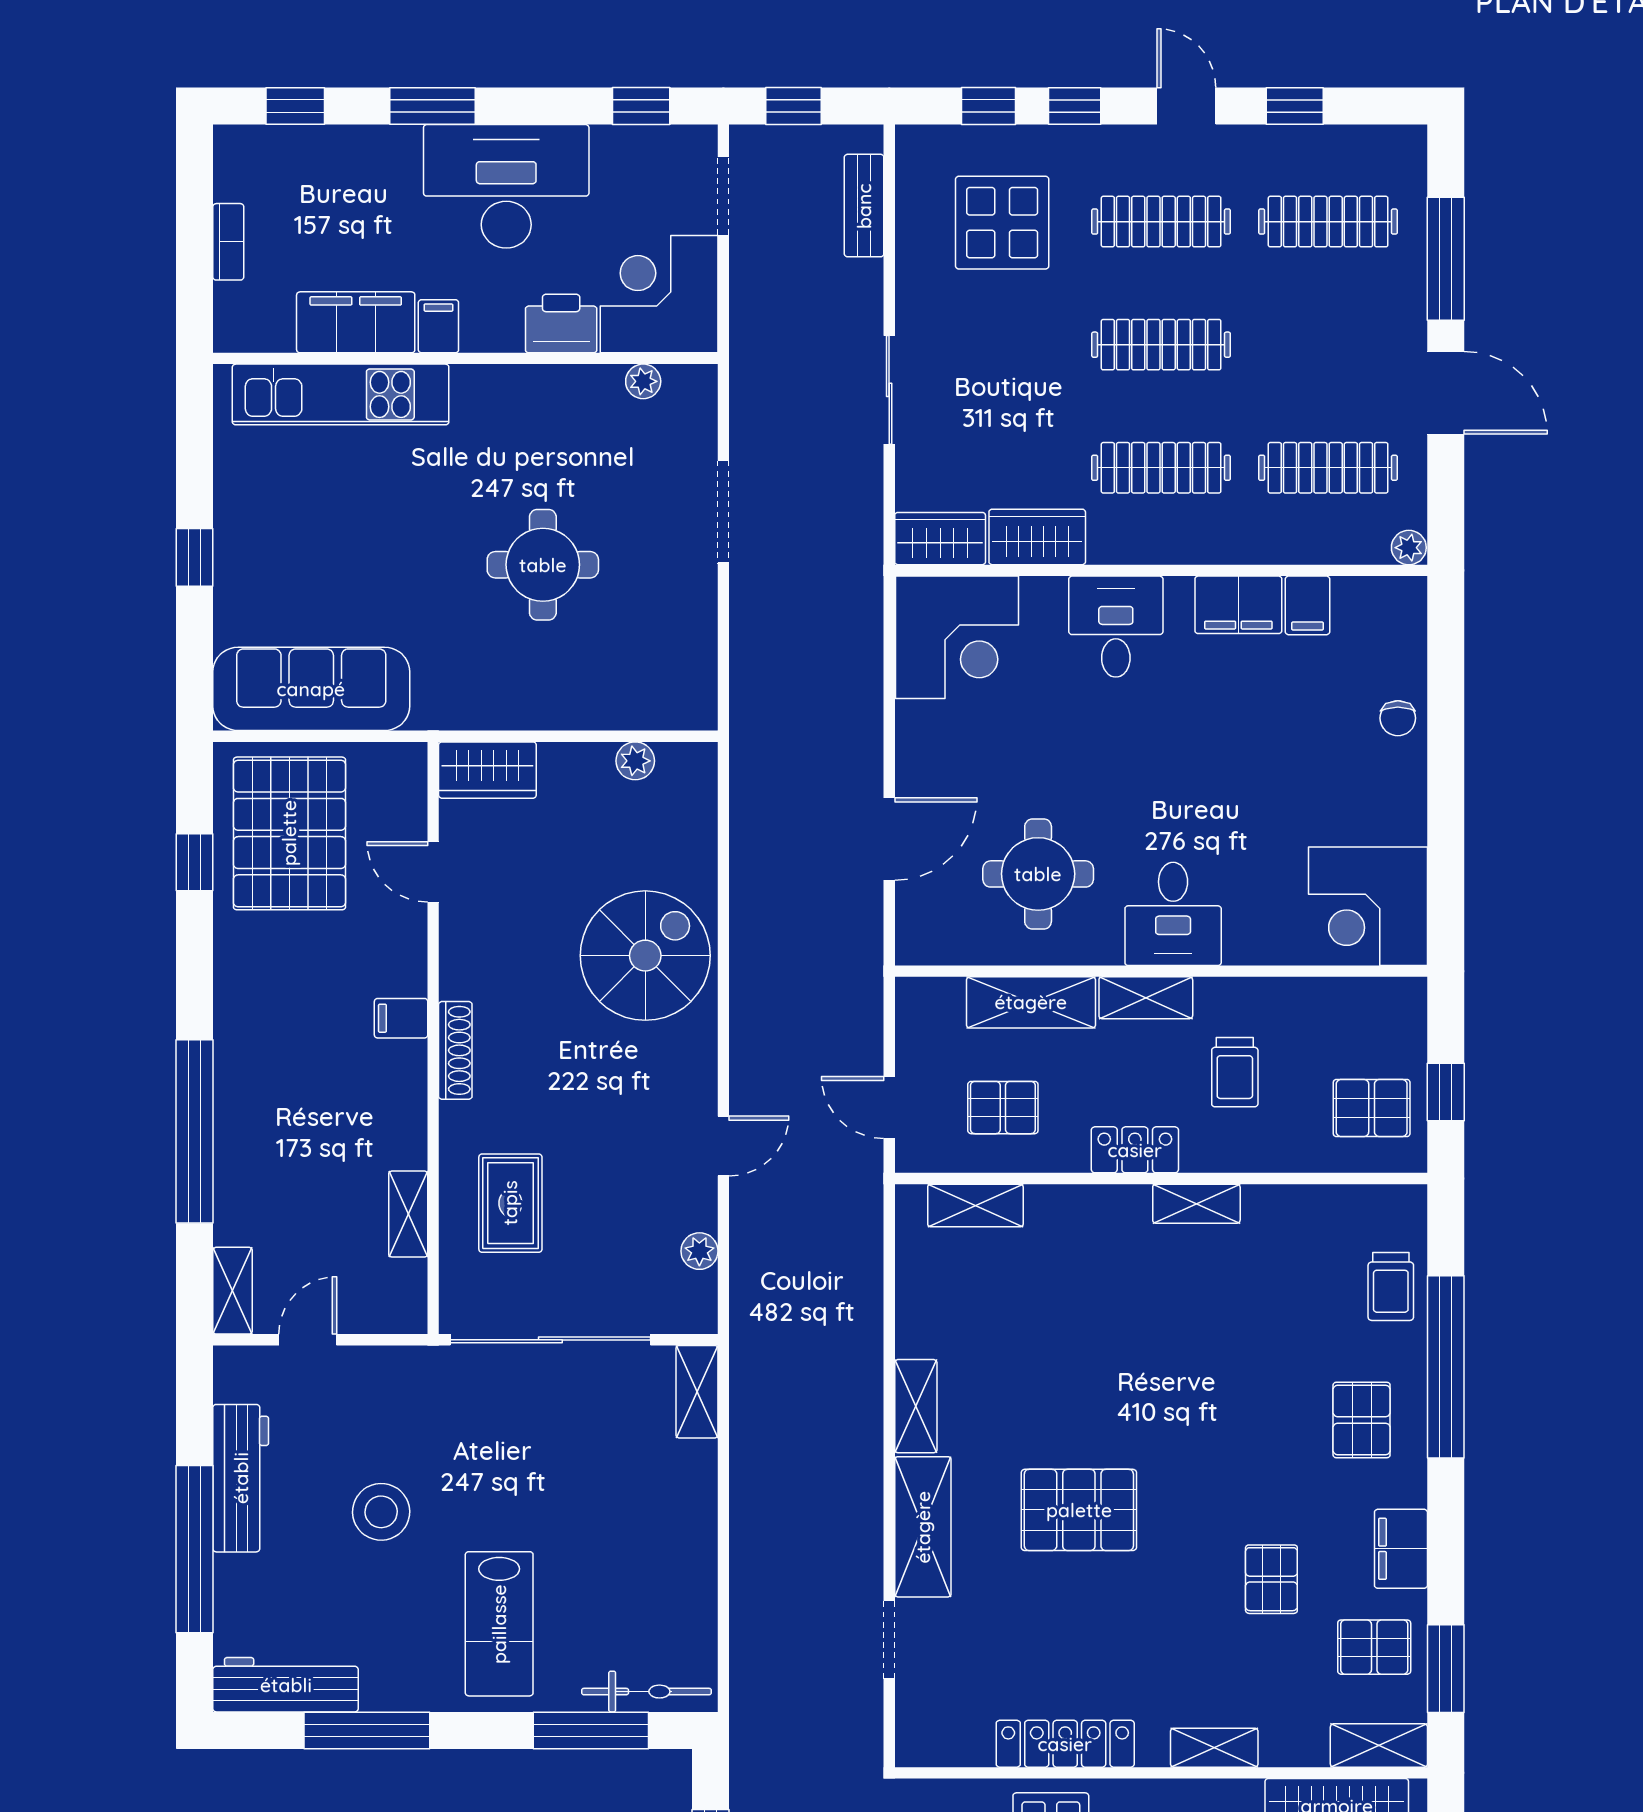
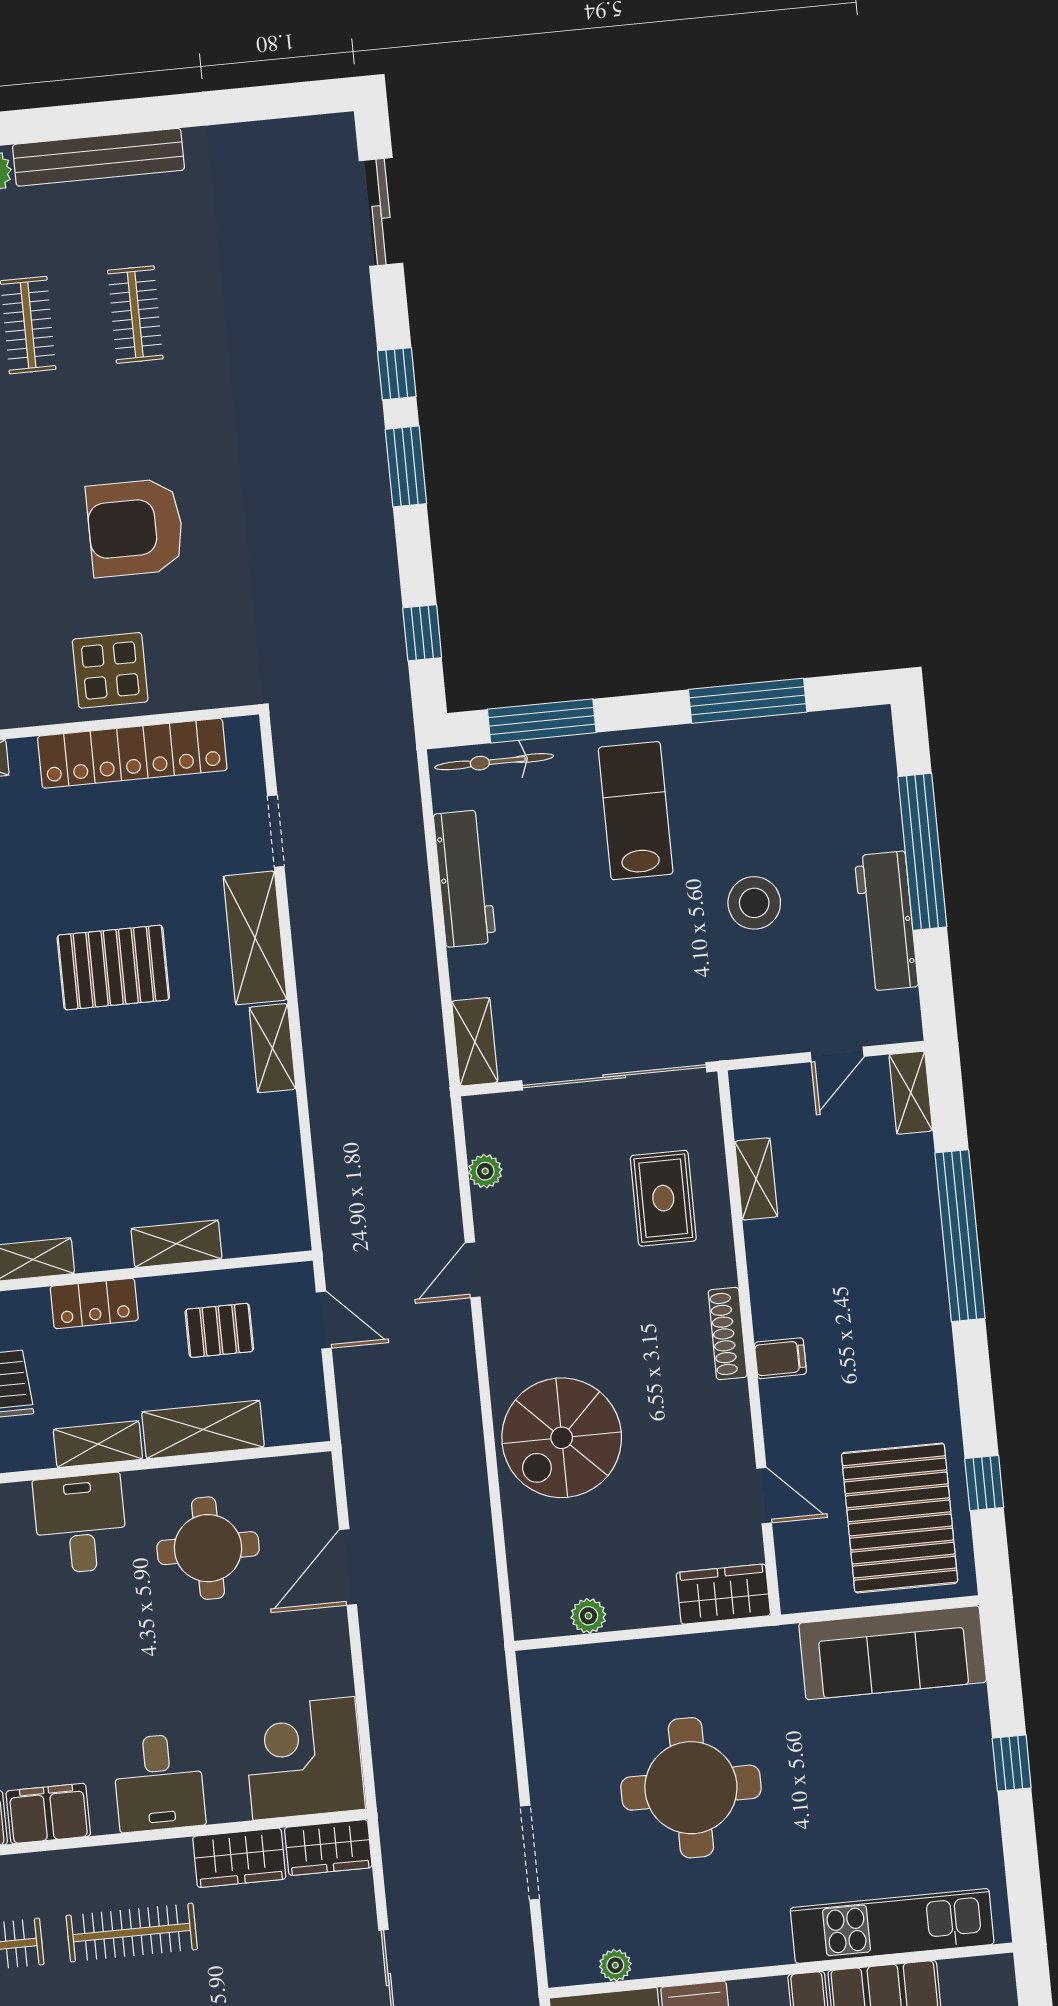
round table: (543, 565) -> (691, 1788), width x1.36, depth x1.36
shelving: (975, 1205) -> (176, 1244), moved
workbench: (286, 1685) -> (465, 878), moved, turned -90
locker: (1065, 1744) -> (132, 753), width x1.41, depth x1.21

